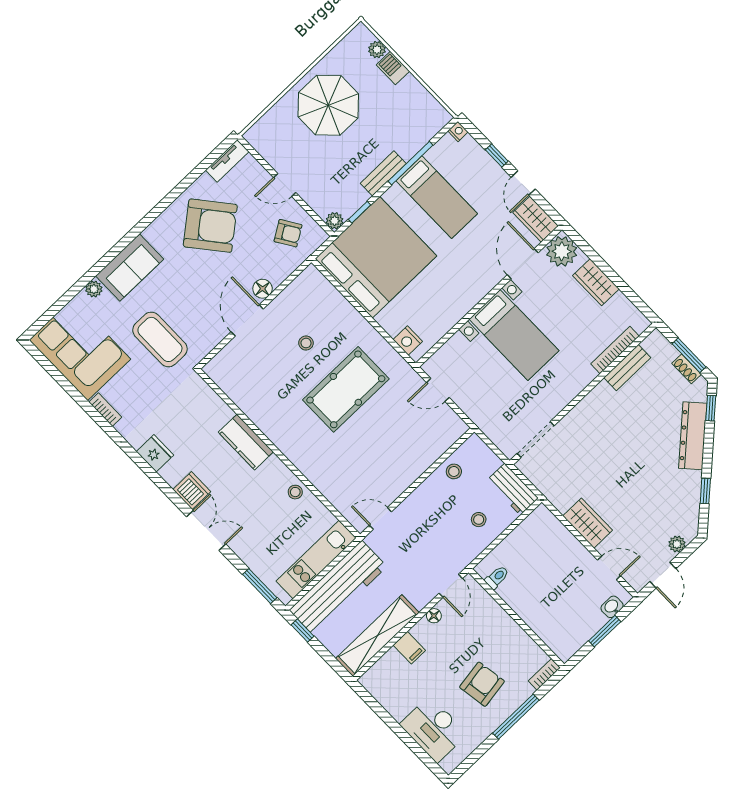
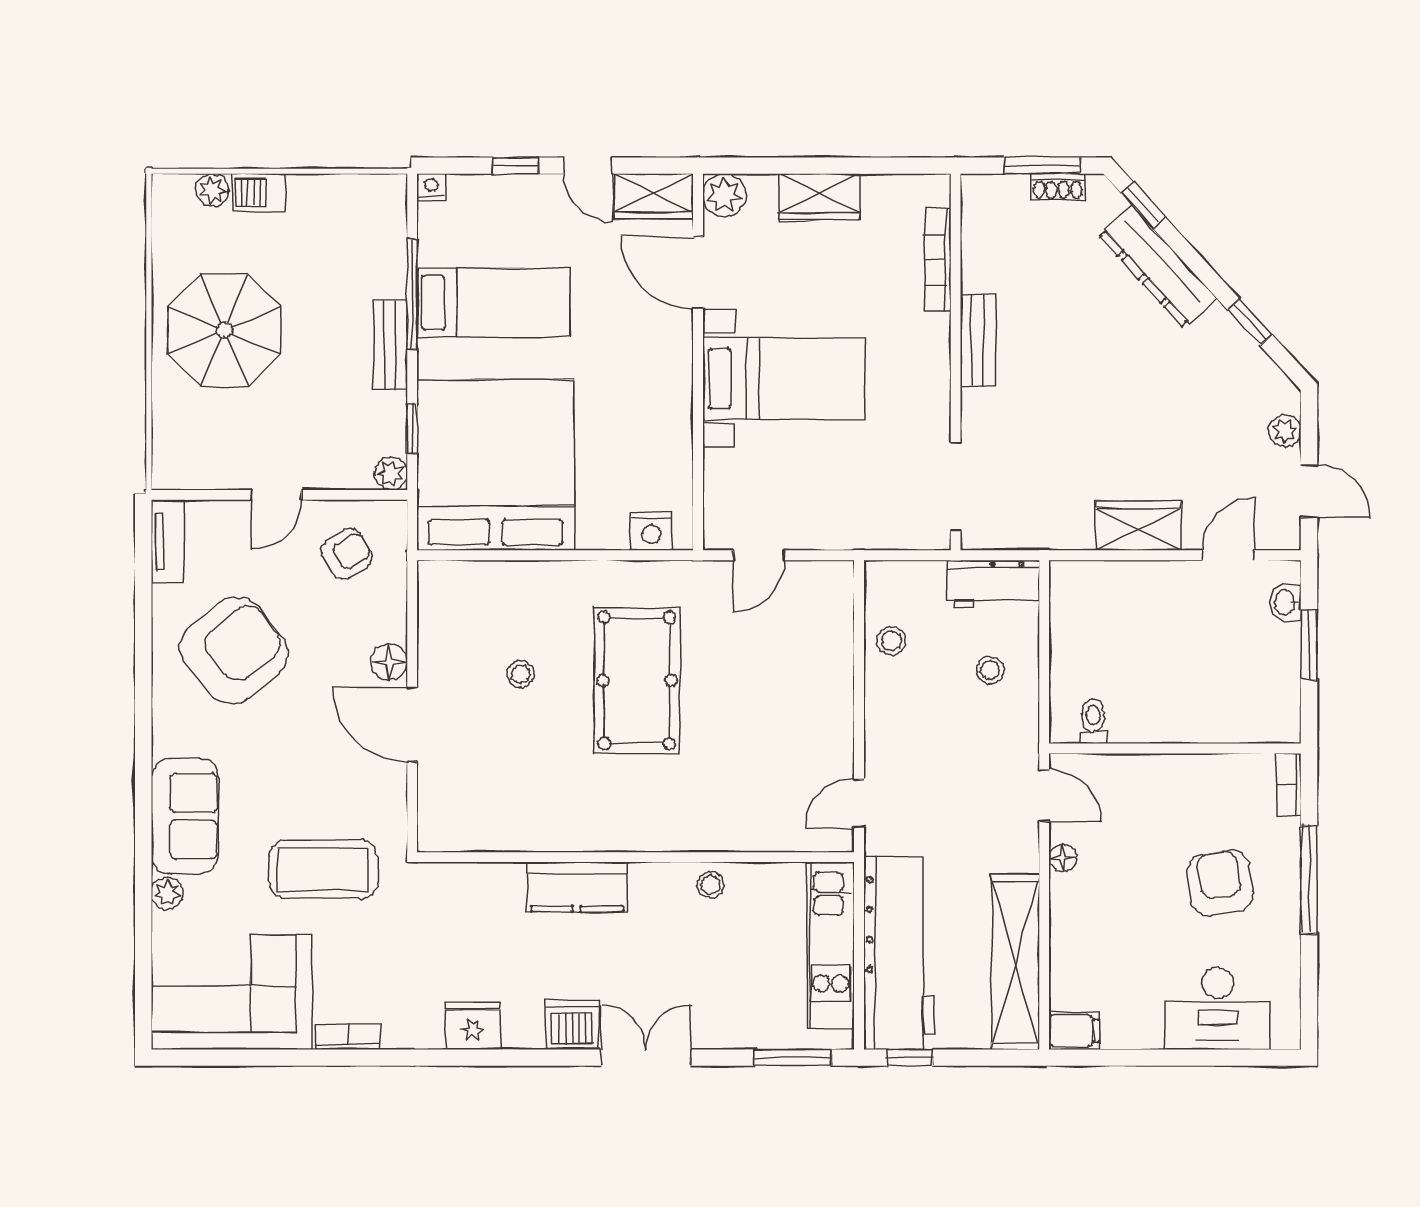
plant: (562, 251) -> (724, 195), width x0.73, depth x0.73
bench: (627, 368) -> (978, 340), moved
filing cabinet: (409, 648) -> (1074, 1031), moved

